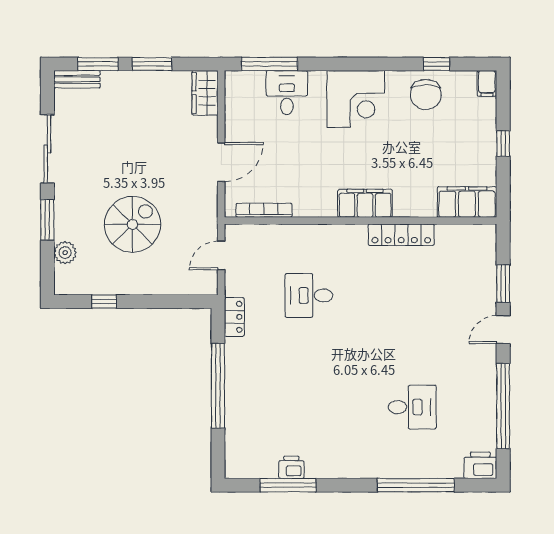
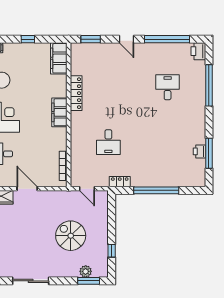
door: (221, 162) -> (27, 189), moved
window: (47, 220) -> (89, 281), moved
window: (503, 284) -> (91, 39), moved

